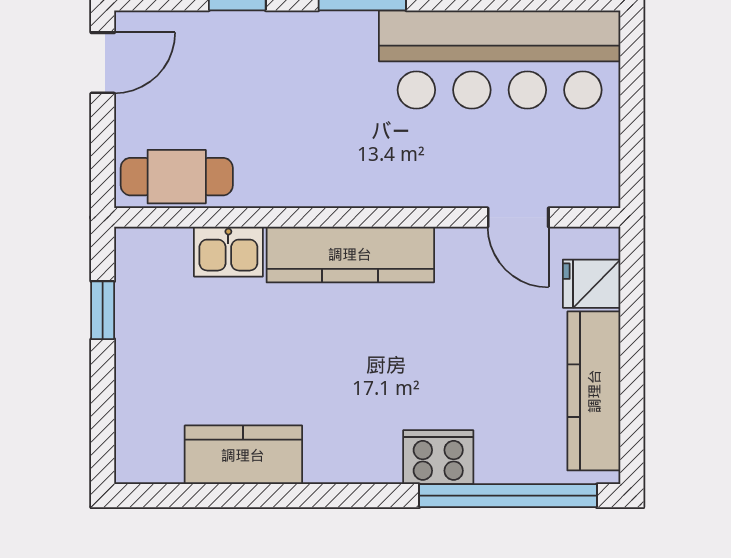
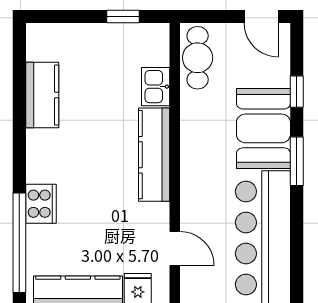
booth: (303, 59) -> (263, 128), added
door: (518, 217) -> (175, 248), swing flipped

